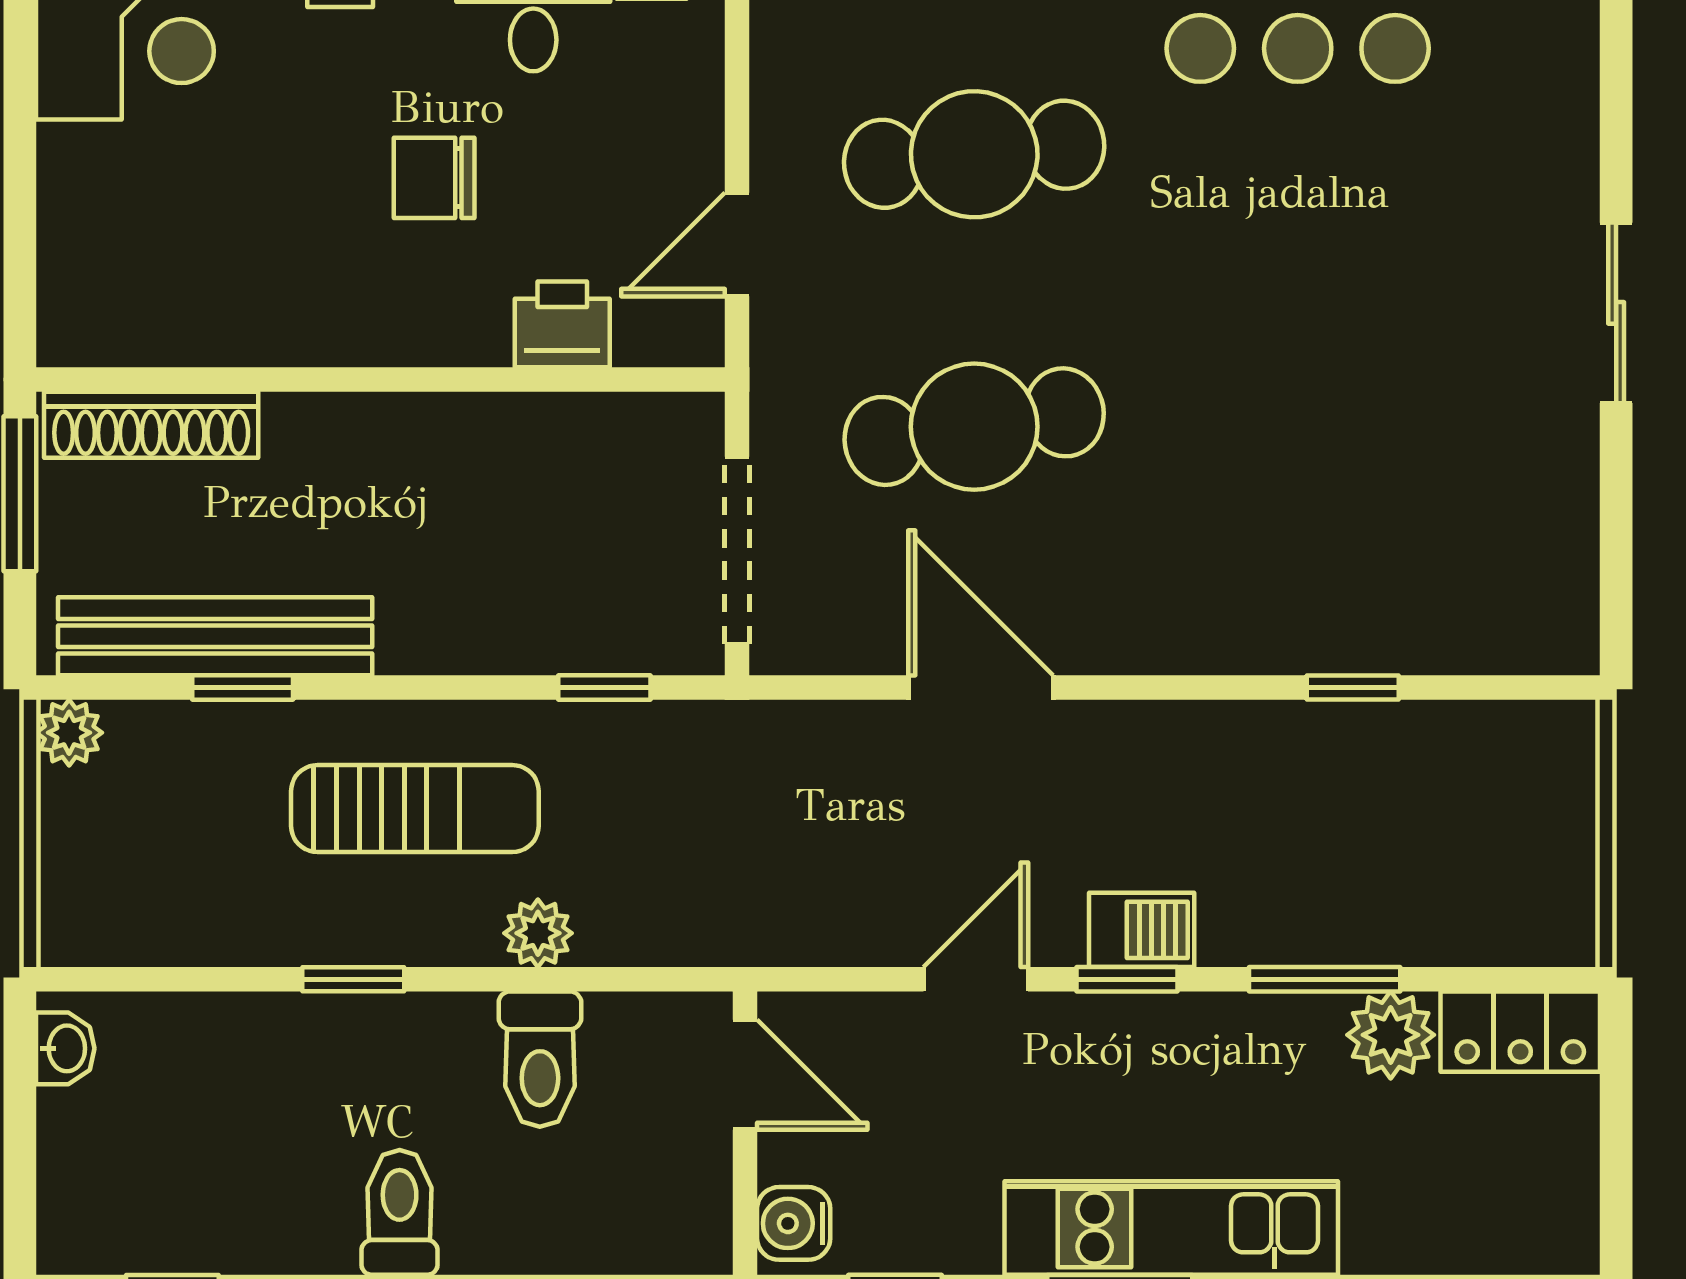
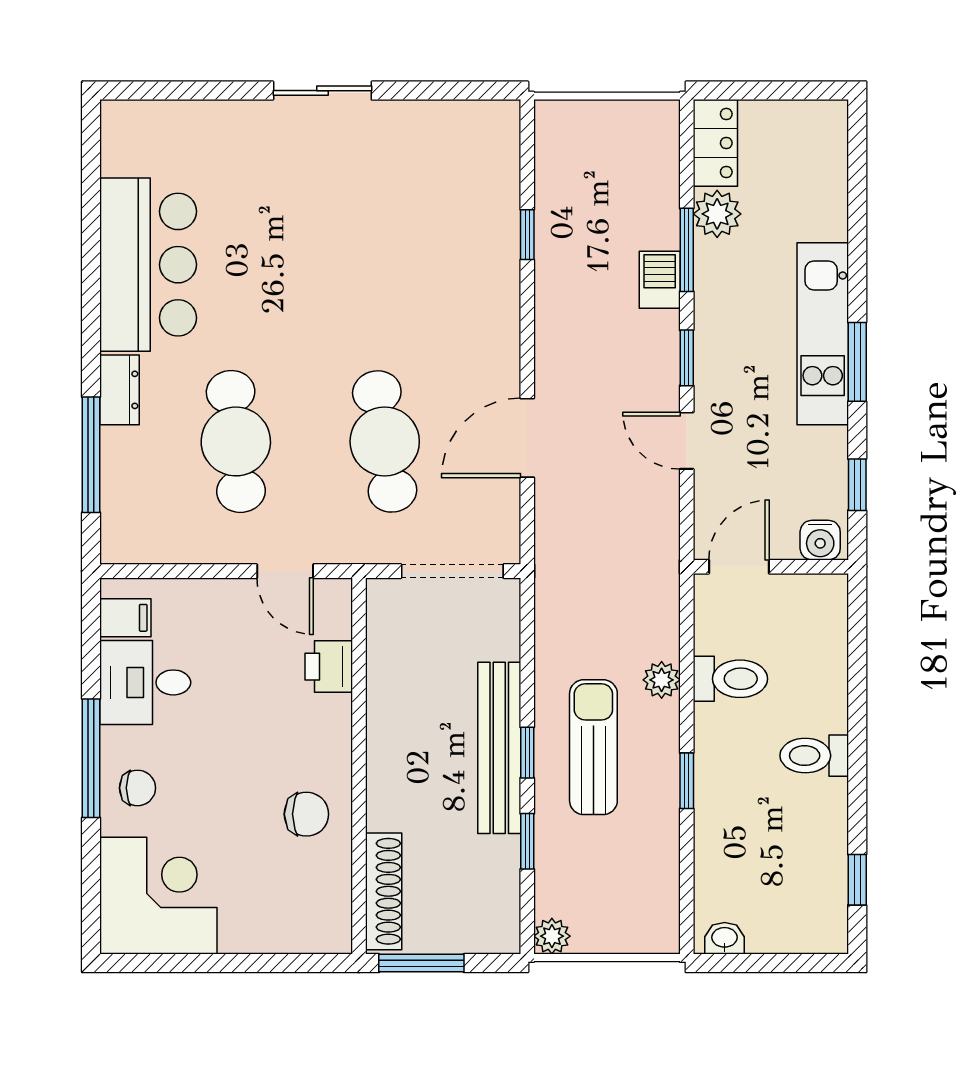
chair: (434, 178) -> (306, 814), moved, turned -90
bench: (215, 636) -> (499, 748), moved
window: (604, 687) -> (527, 753), moved
barbecue: (1142, 930) -> (660, 280), moved

